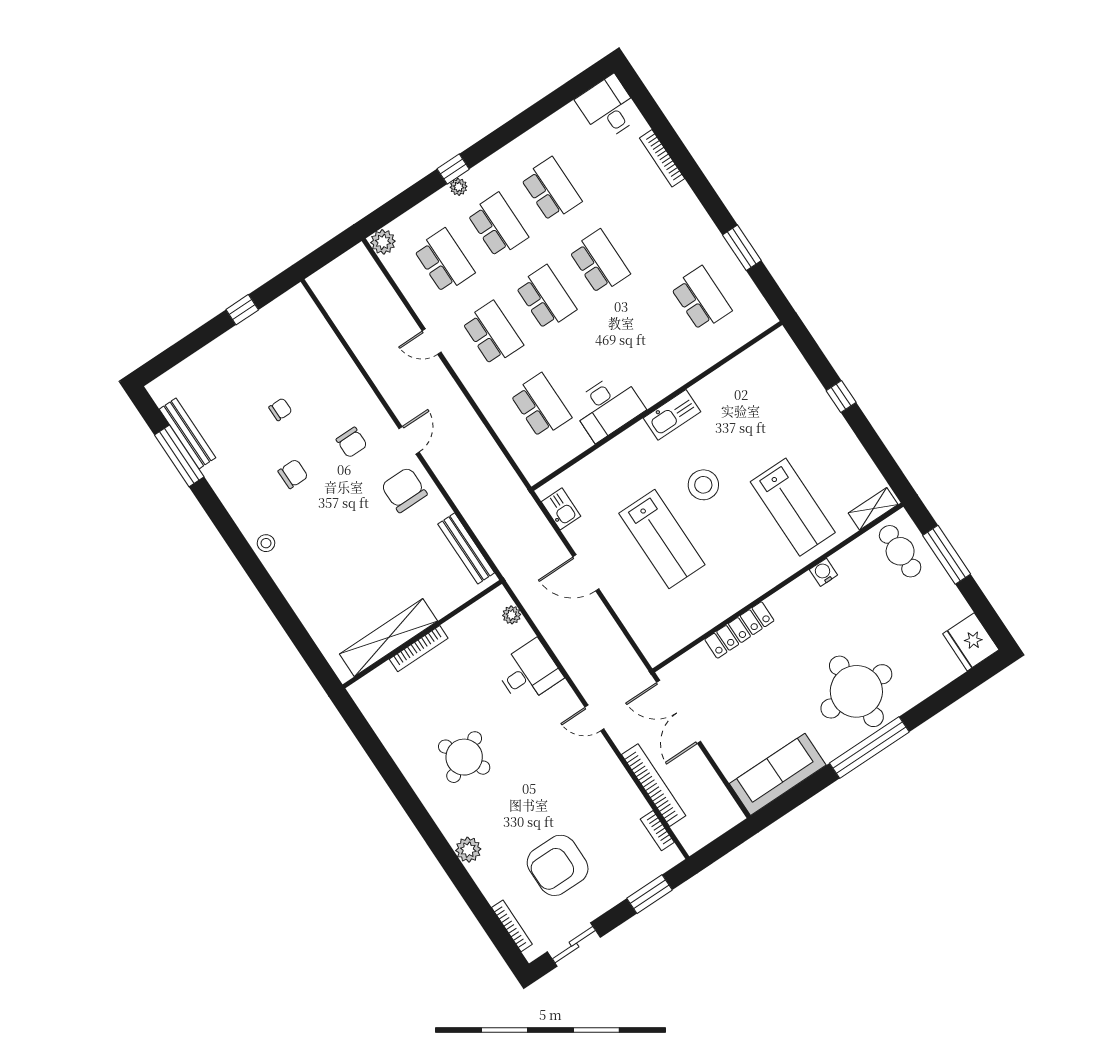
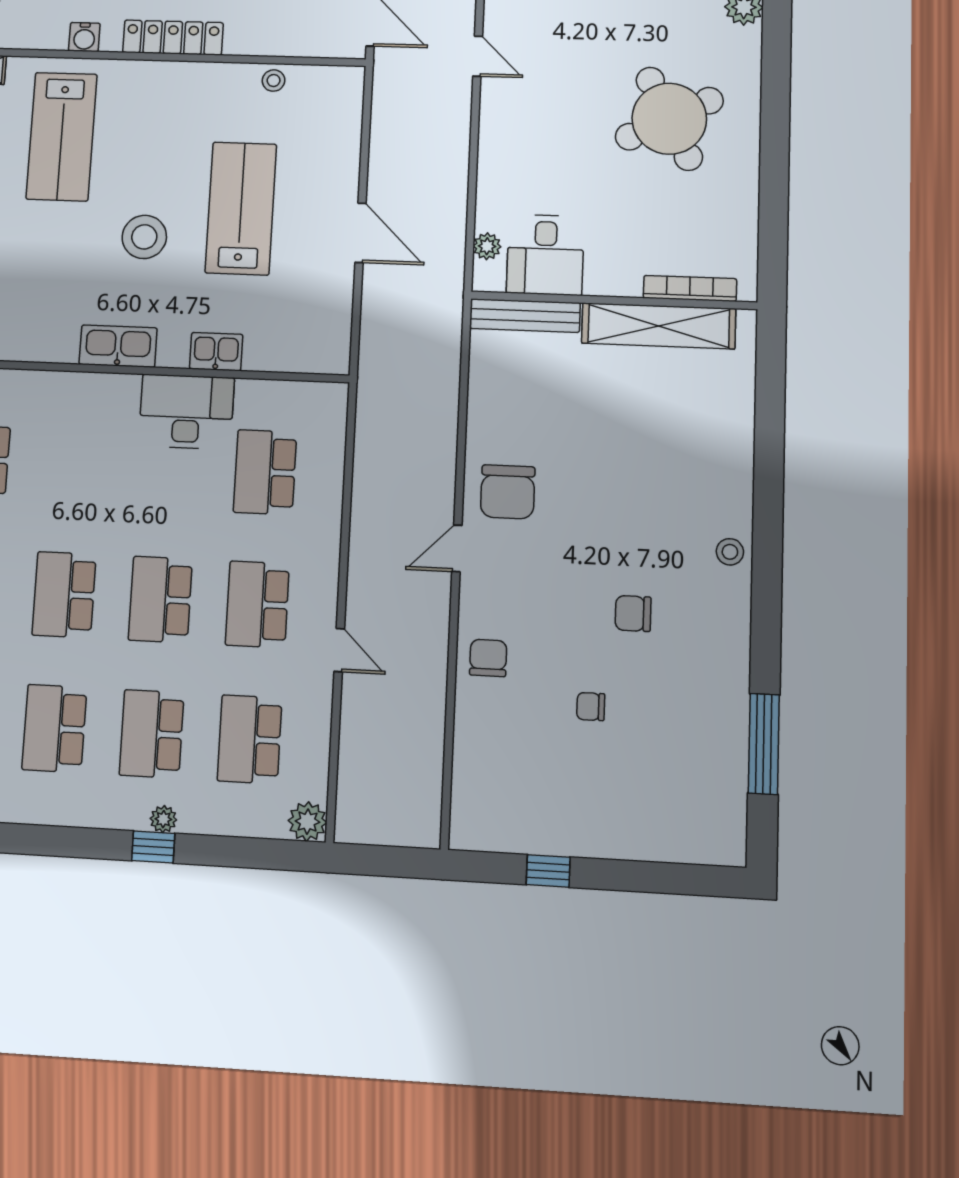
bench: (187, 433) -> (733, 765), removed
chair: (352, 442) -> (488, 658), moved
lab bench: (793, 507) -> (62, 137), turned 180
kitchen sink: (561, 509) -> (216, 352), moved, turned 90
bench: (466, 548) -> (525, 316), moved, turned 90
stool: (698, 624) -> (274, 81), added
locker: (739, 630) -> (173, 38), moved
bookcase: (419, 649) -> (690, 288), moved
desk: (529, 672) -> (545, 255), moved, turned -90
round table: (464, 757) -> (669, 119), width x1.36, depth x1.36

